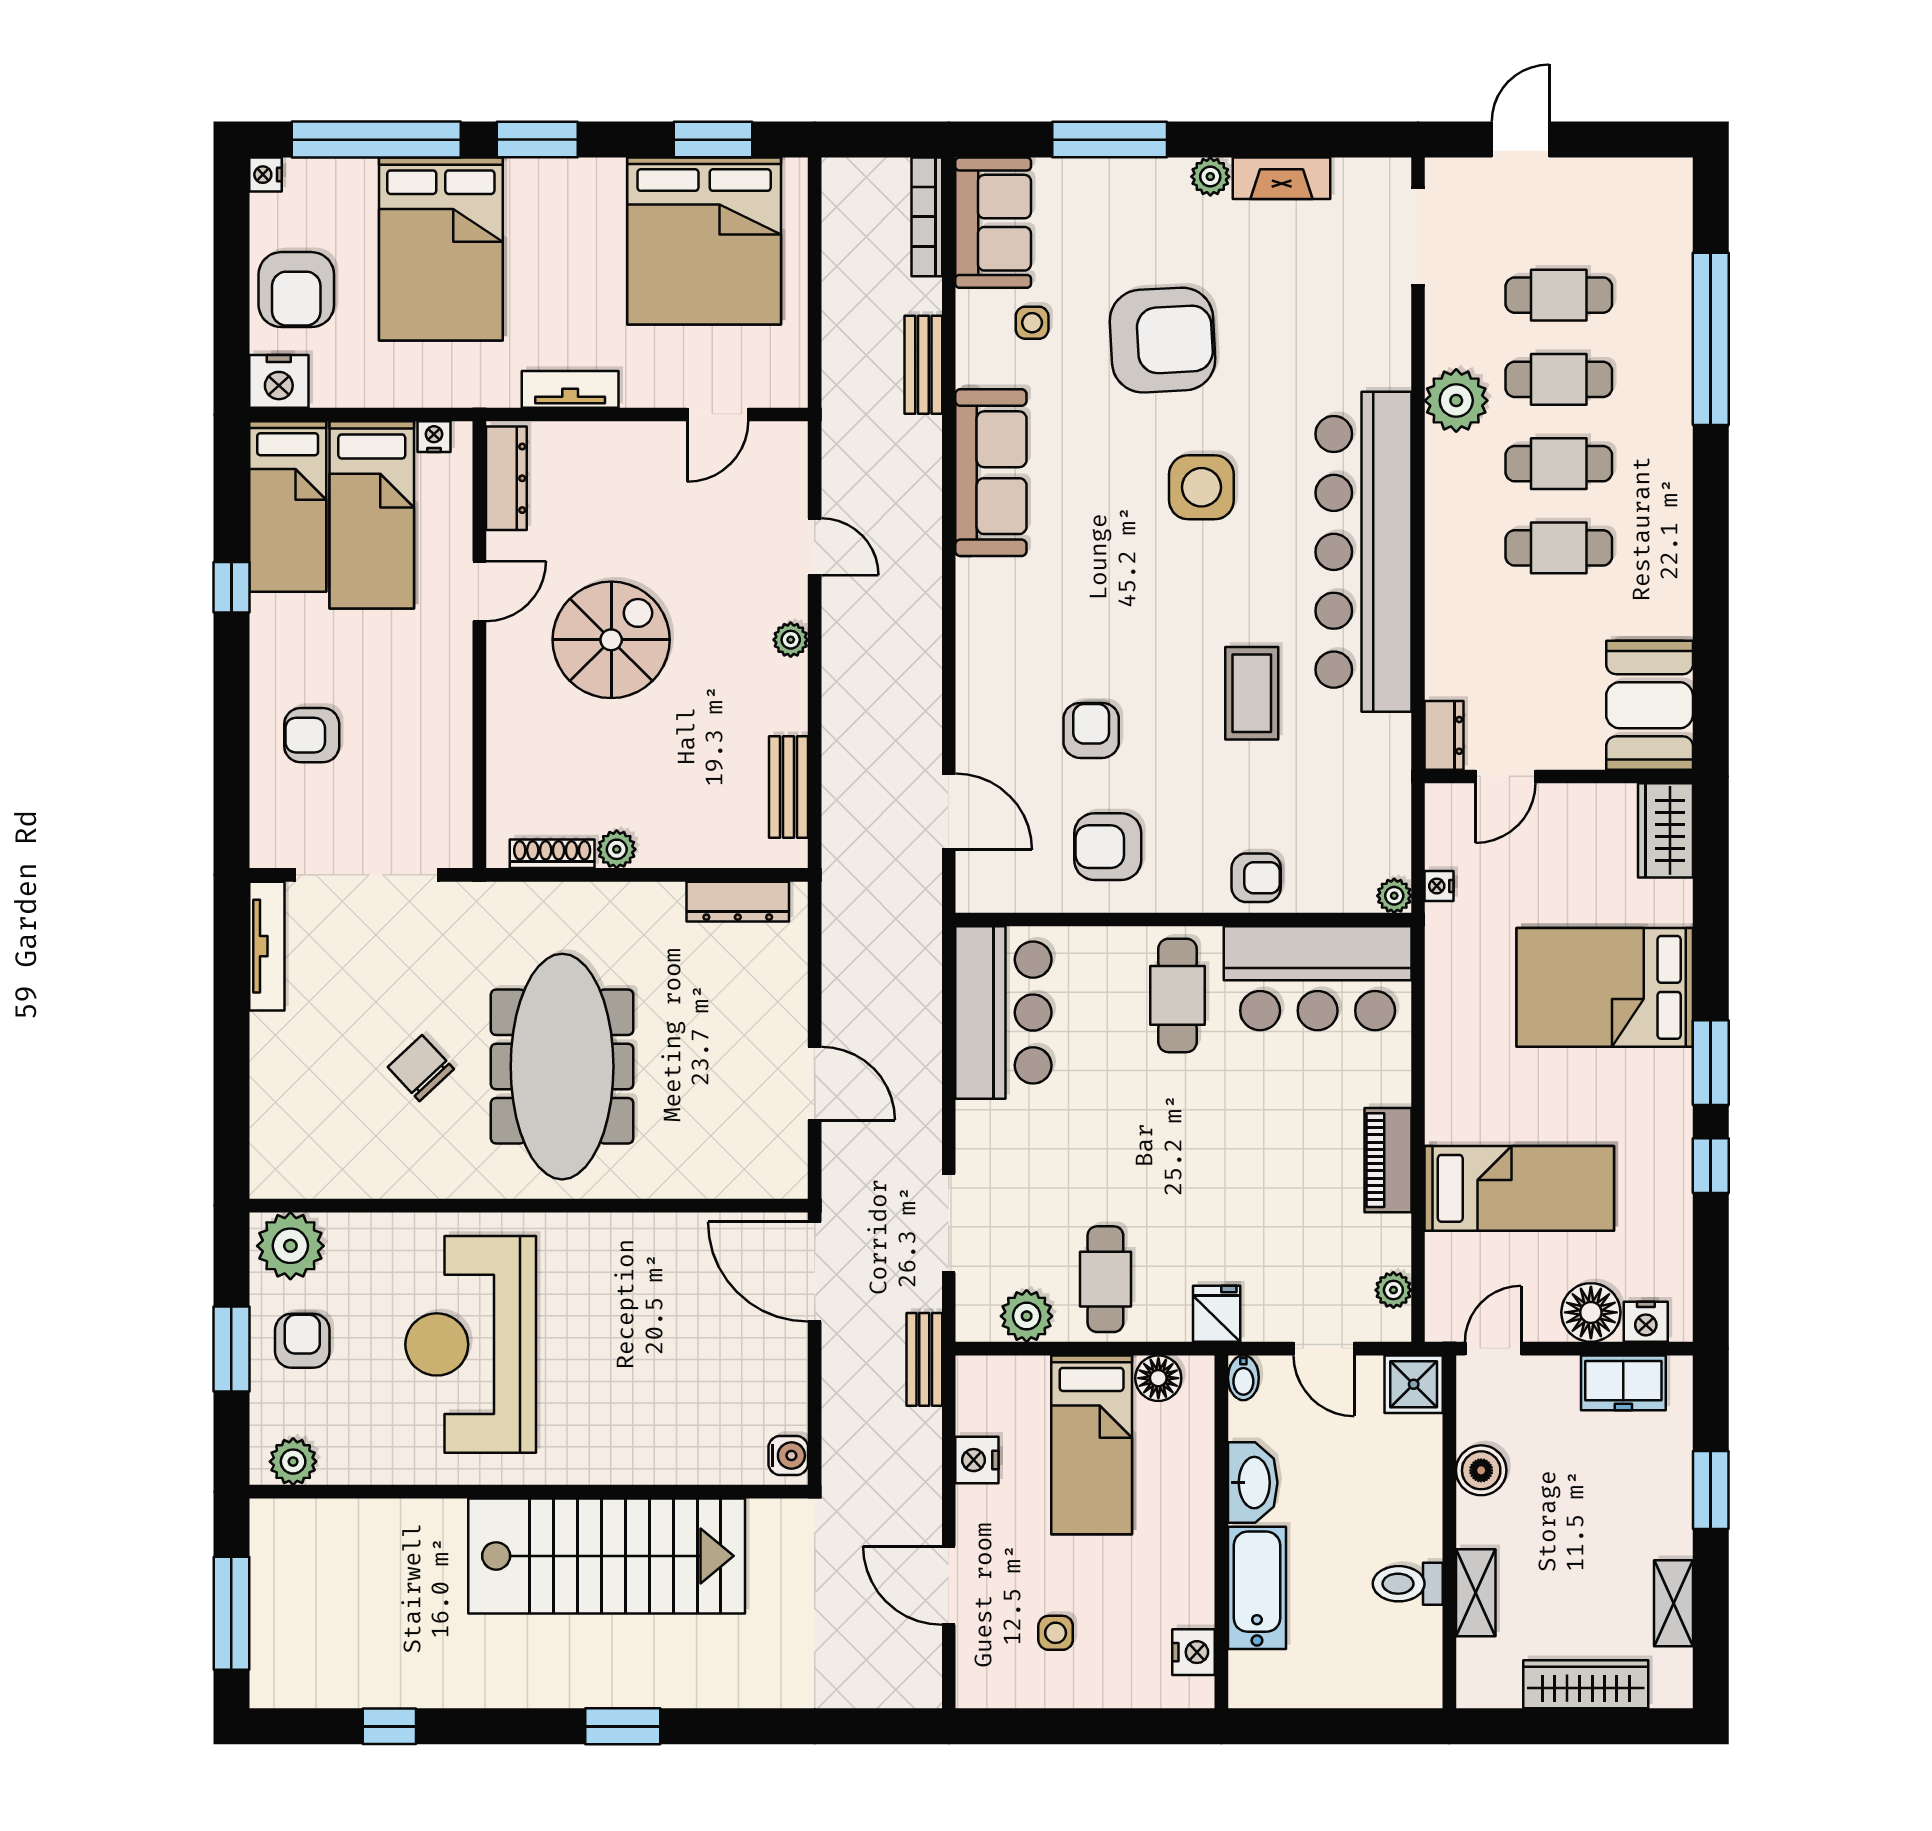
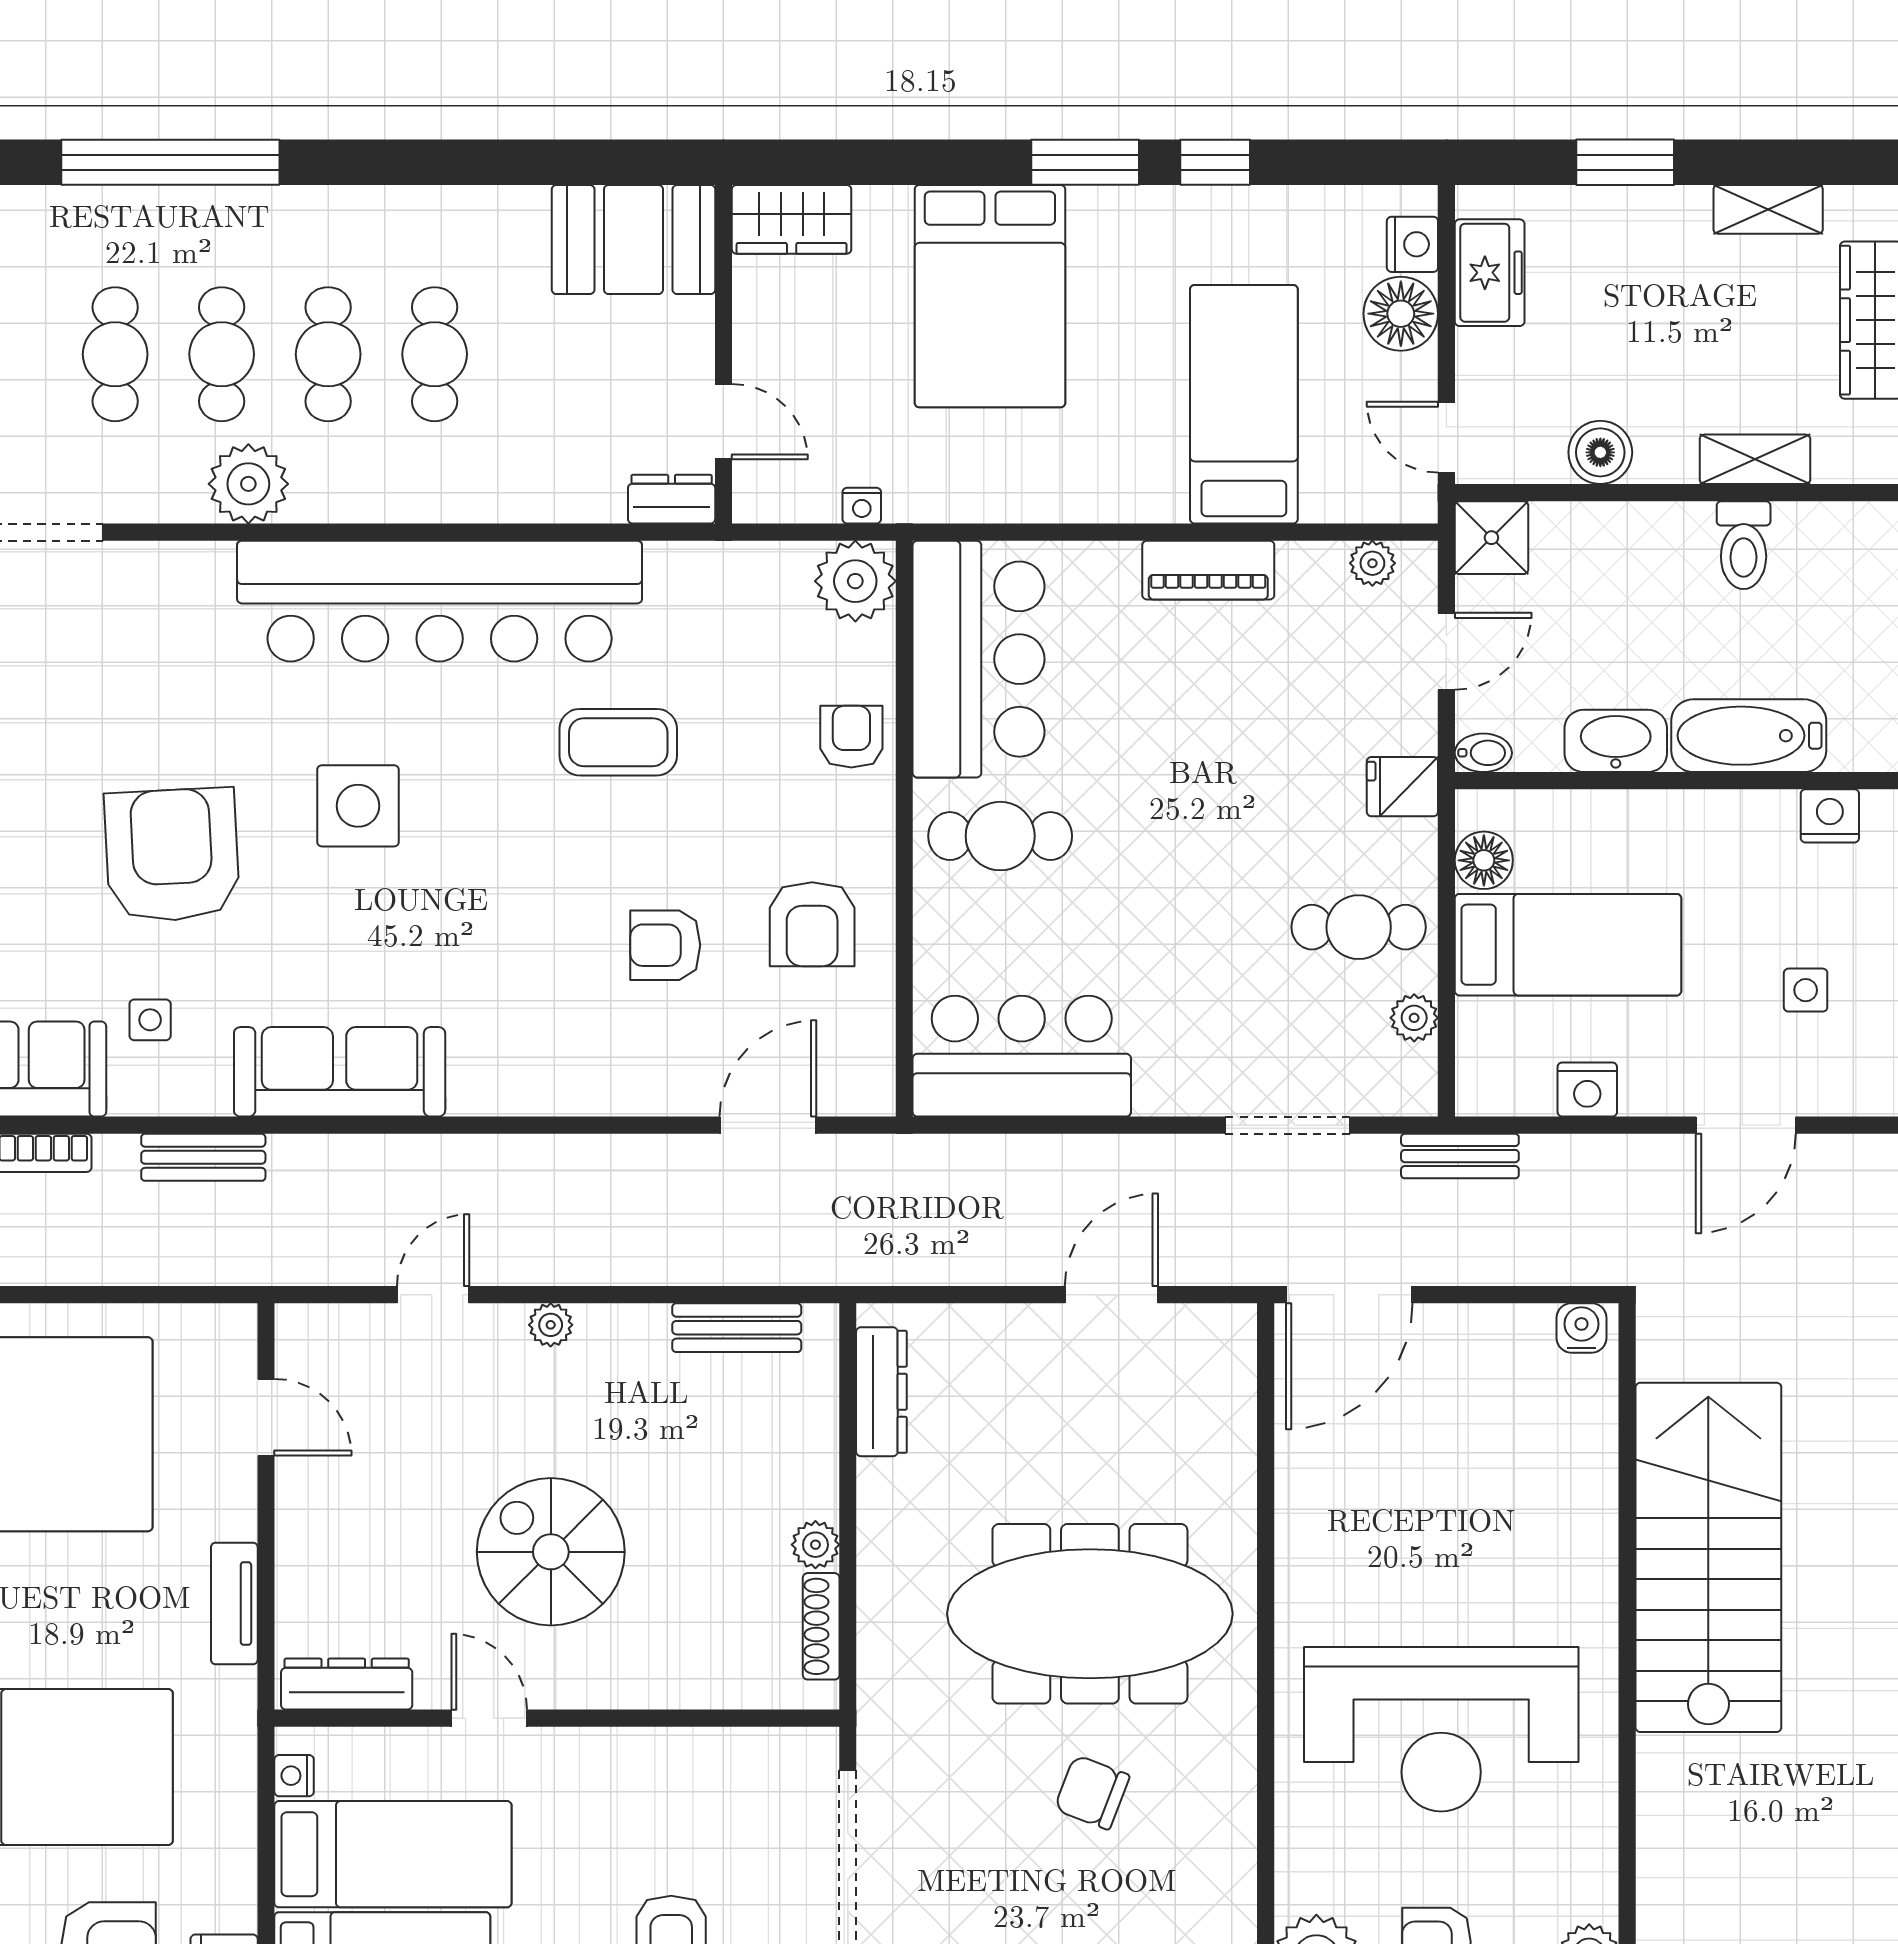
plant: (1394, 896) -> (855, 581), width x1.88, depth x1.88
chair: (421, 1068) -> (1092, 1792), turned 64
plant: (1027, 1316) -> (1414, 1018), width x0.73, depth x0.73

